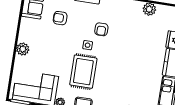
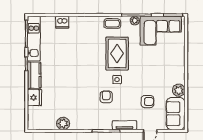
plant: (23, 49) -> (179, 90), moved

